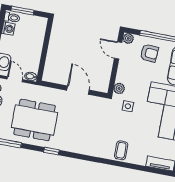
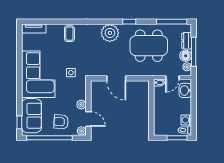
door: (15, 79) -> (172, 77), hinge flipped
plant: (119, 88) -> (81, 105), moved
plant: (76, 143) -> (110, 33), added

